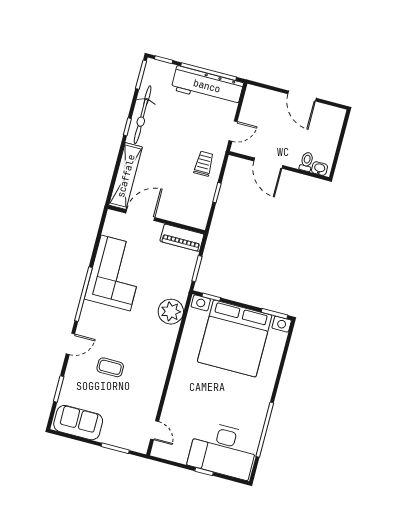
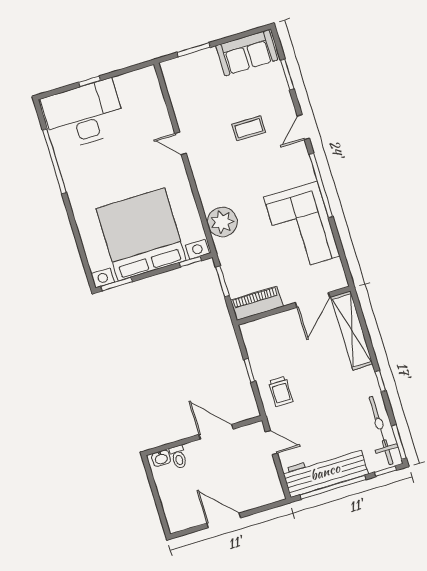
bicycle: (143, 115) -> (381, 431), moved
door: (233, 131) -> (271, 442), swing flipped
door: (155, 430) -> (181, 143), moved

